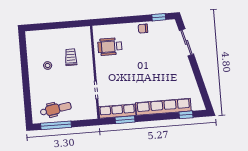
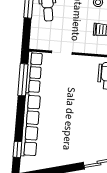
window: (125, 120) -> (23, 80), width x1.44

